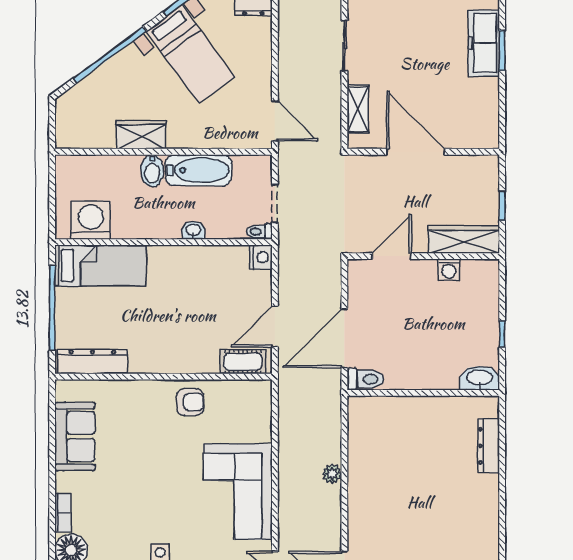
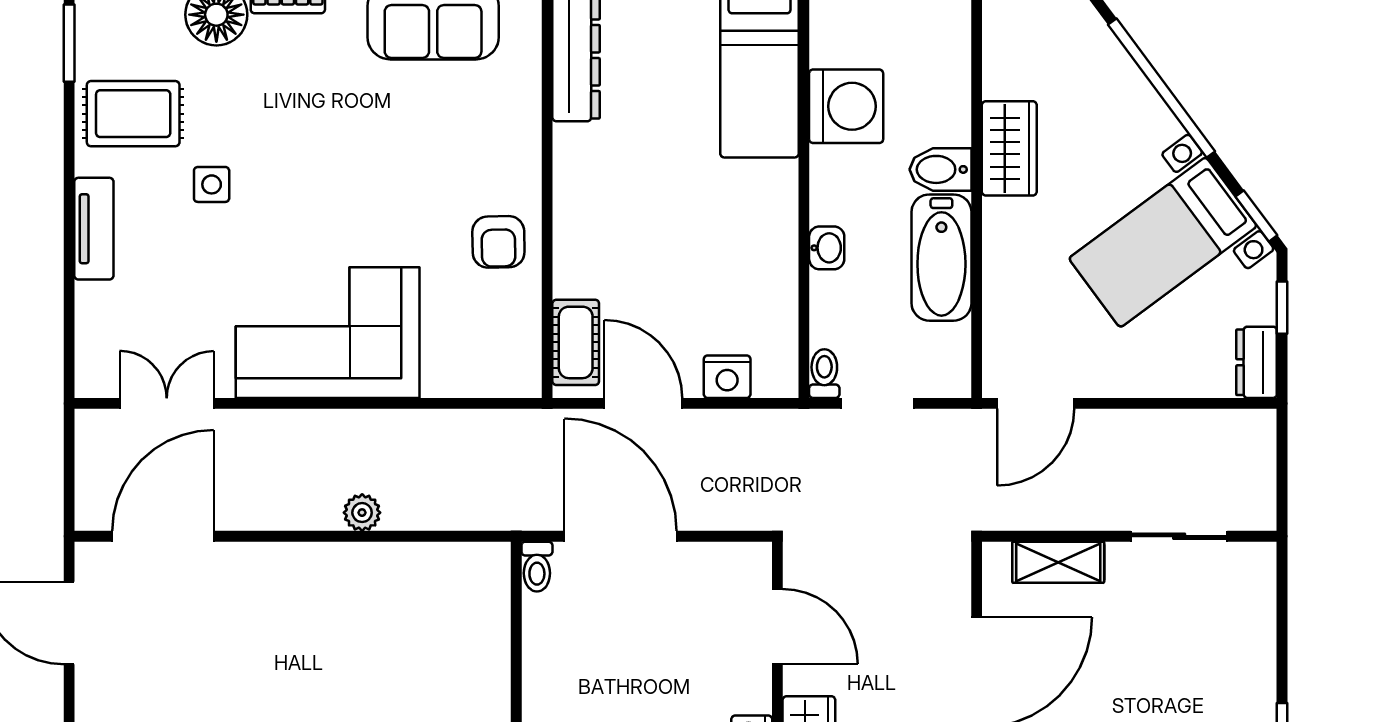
washing machine: (91, 220) -> (846, 106), moved
nightstand: (261, 257) -> (727, 377), moved
toilet: (365, 379) -> (537, 567), width x0.73, depth x0.72

